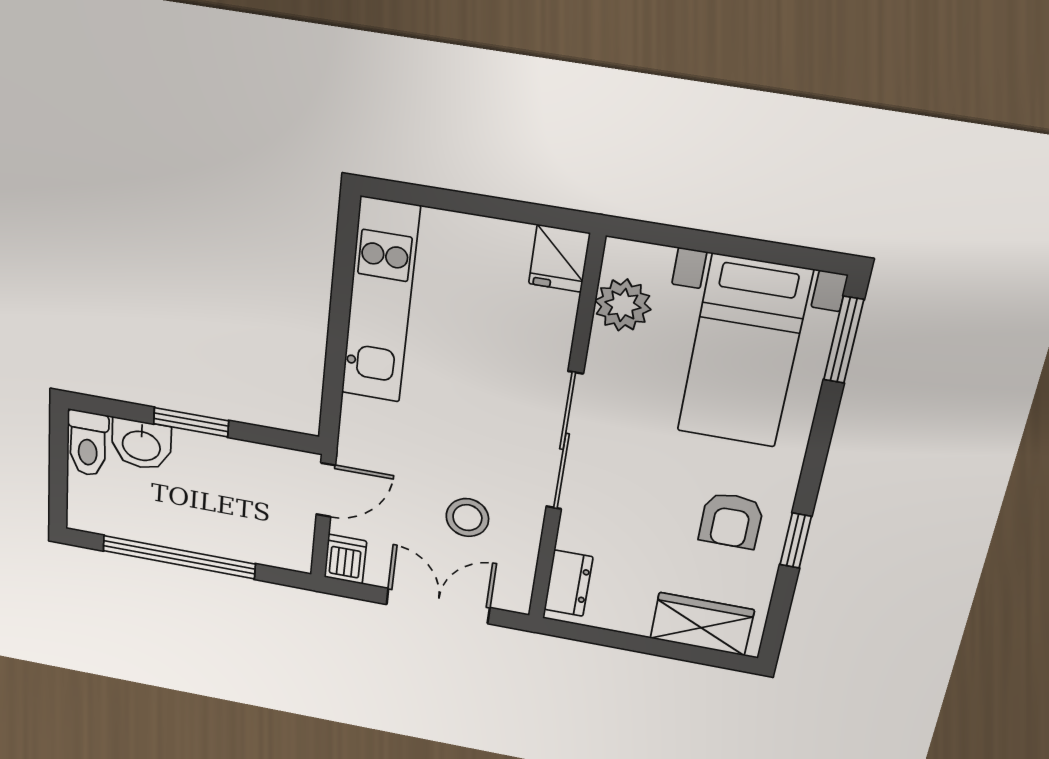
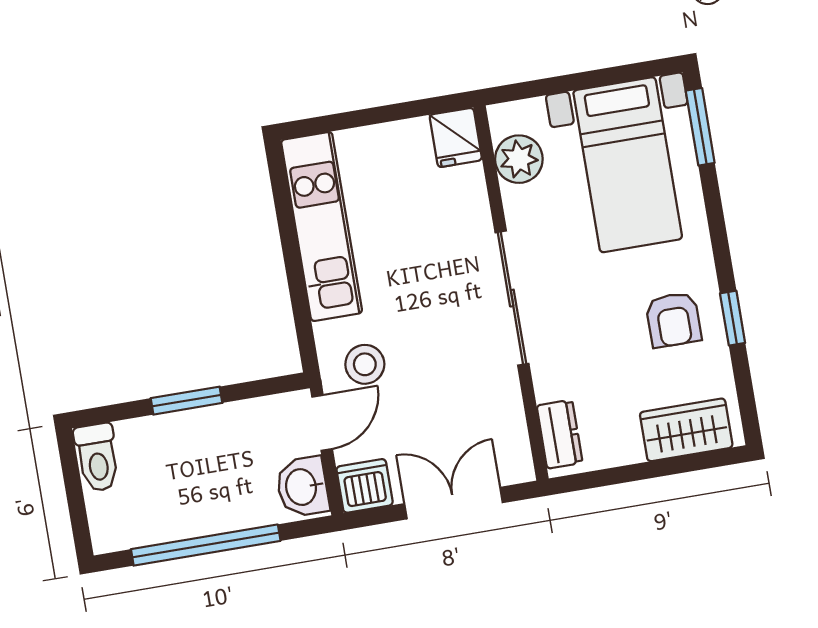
washbasin: (141, 445) -> (302, 487), moved, turned 90
stool: (467, 518) -> (365, 364), moved
dishwasher: (345, 559) -> (365, 486), width x1.38

